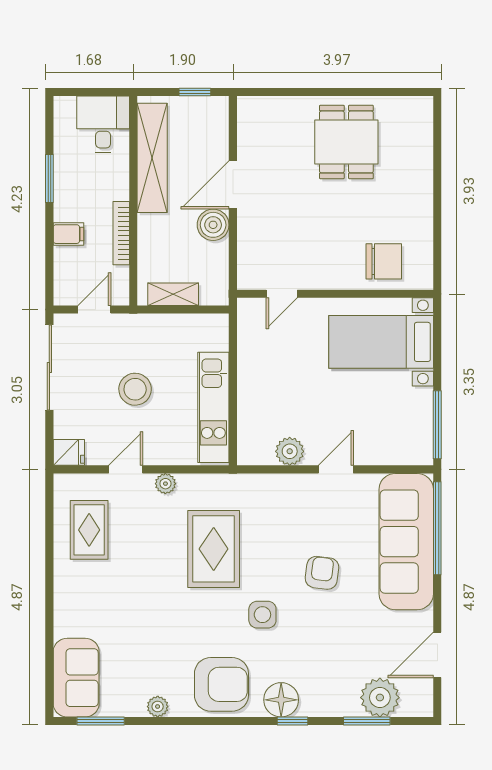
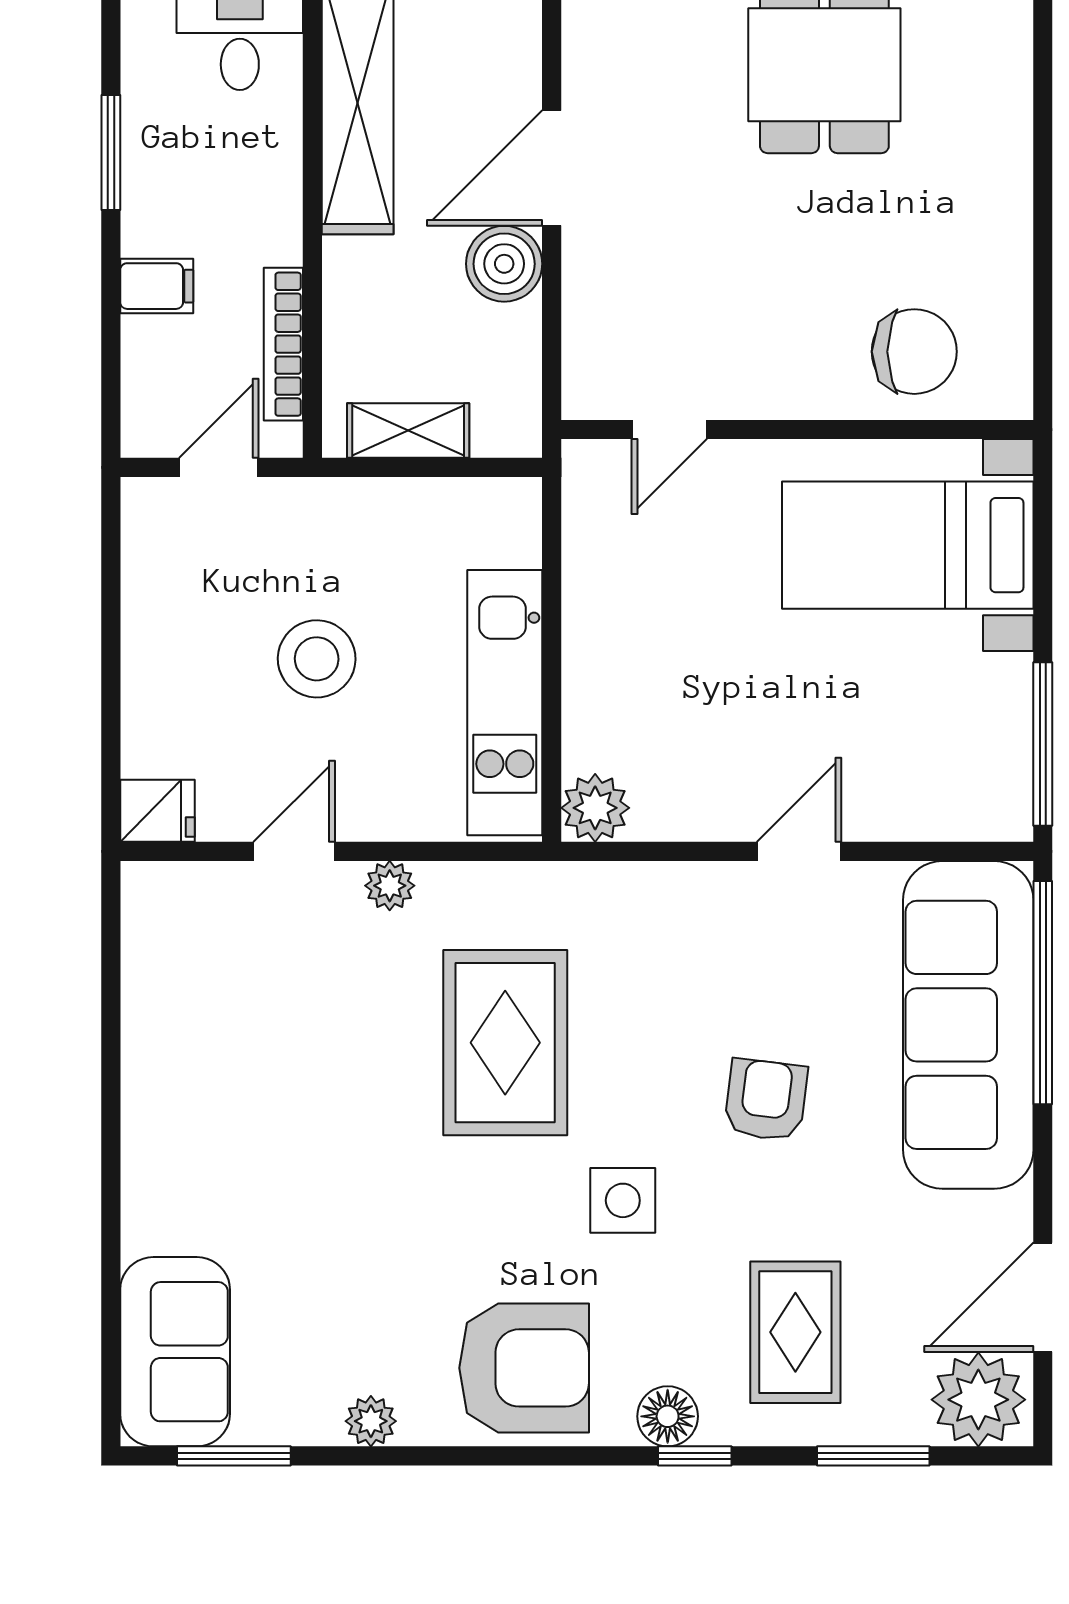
bookcase: (121, 233) -> (283, 344), moved
sliding door: (49, 367) -> (111, 607), removed
plant: (290, 451) -> (595, 808), moved
rug: (89, 530) -> (795, 1332), moved
plant: (380, 698) -> (978, 1400), moved
floor lamp: (281, 700) -> (668, 1416), width x0.73, depth x0.73

